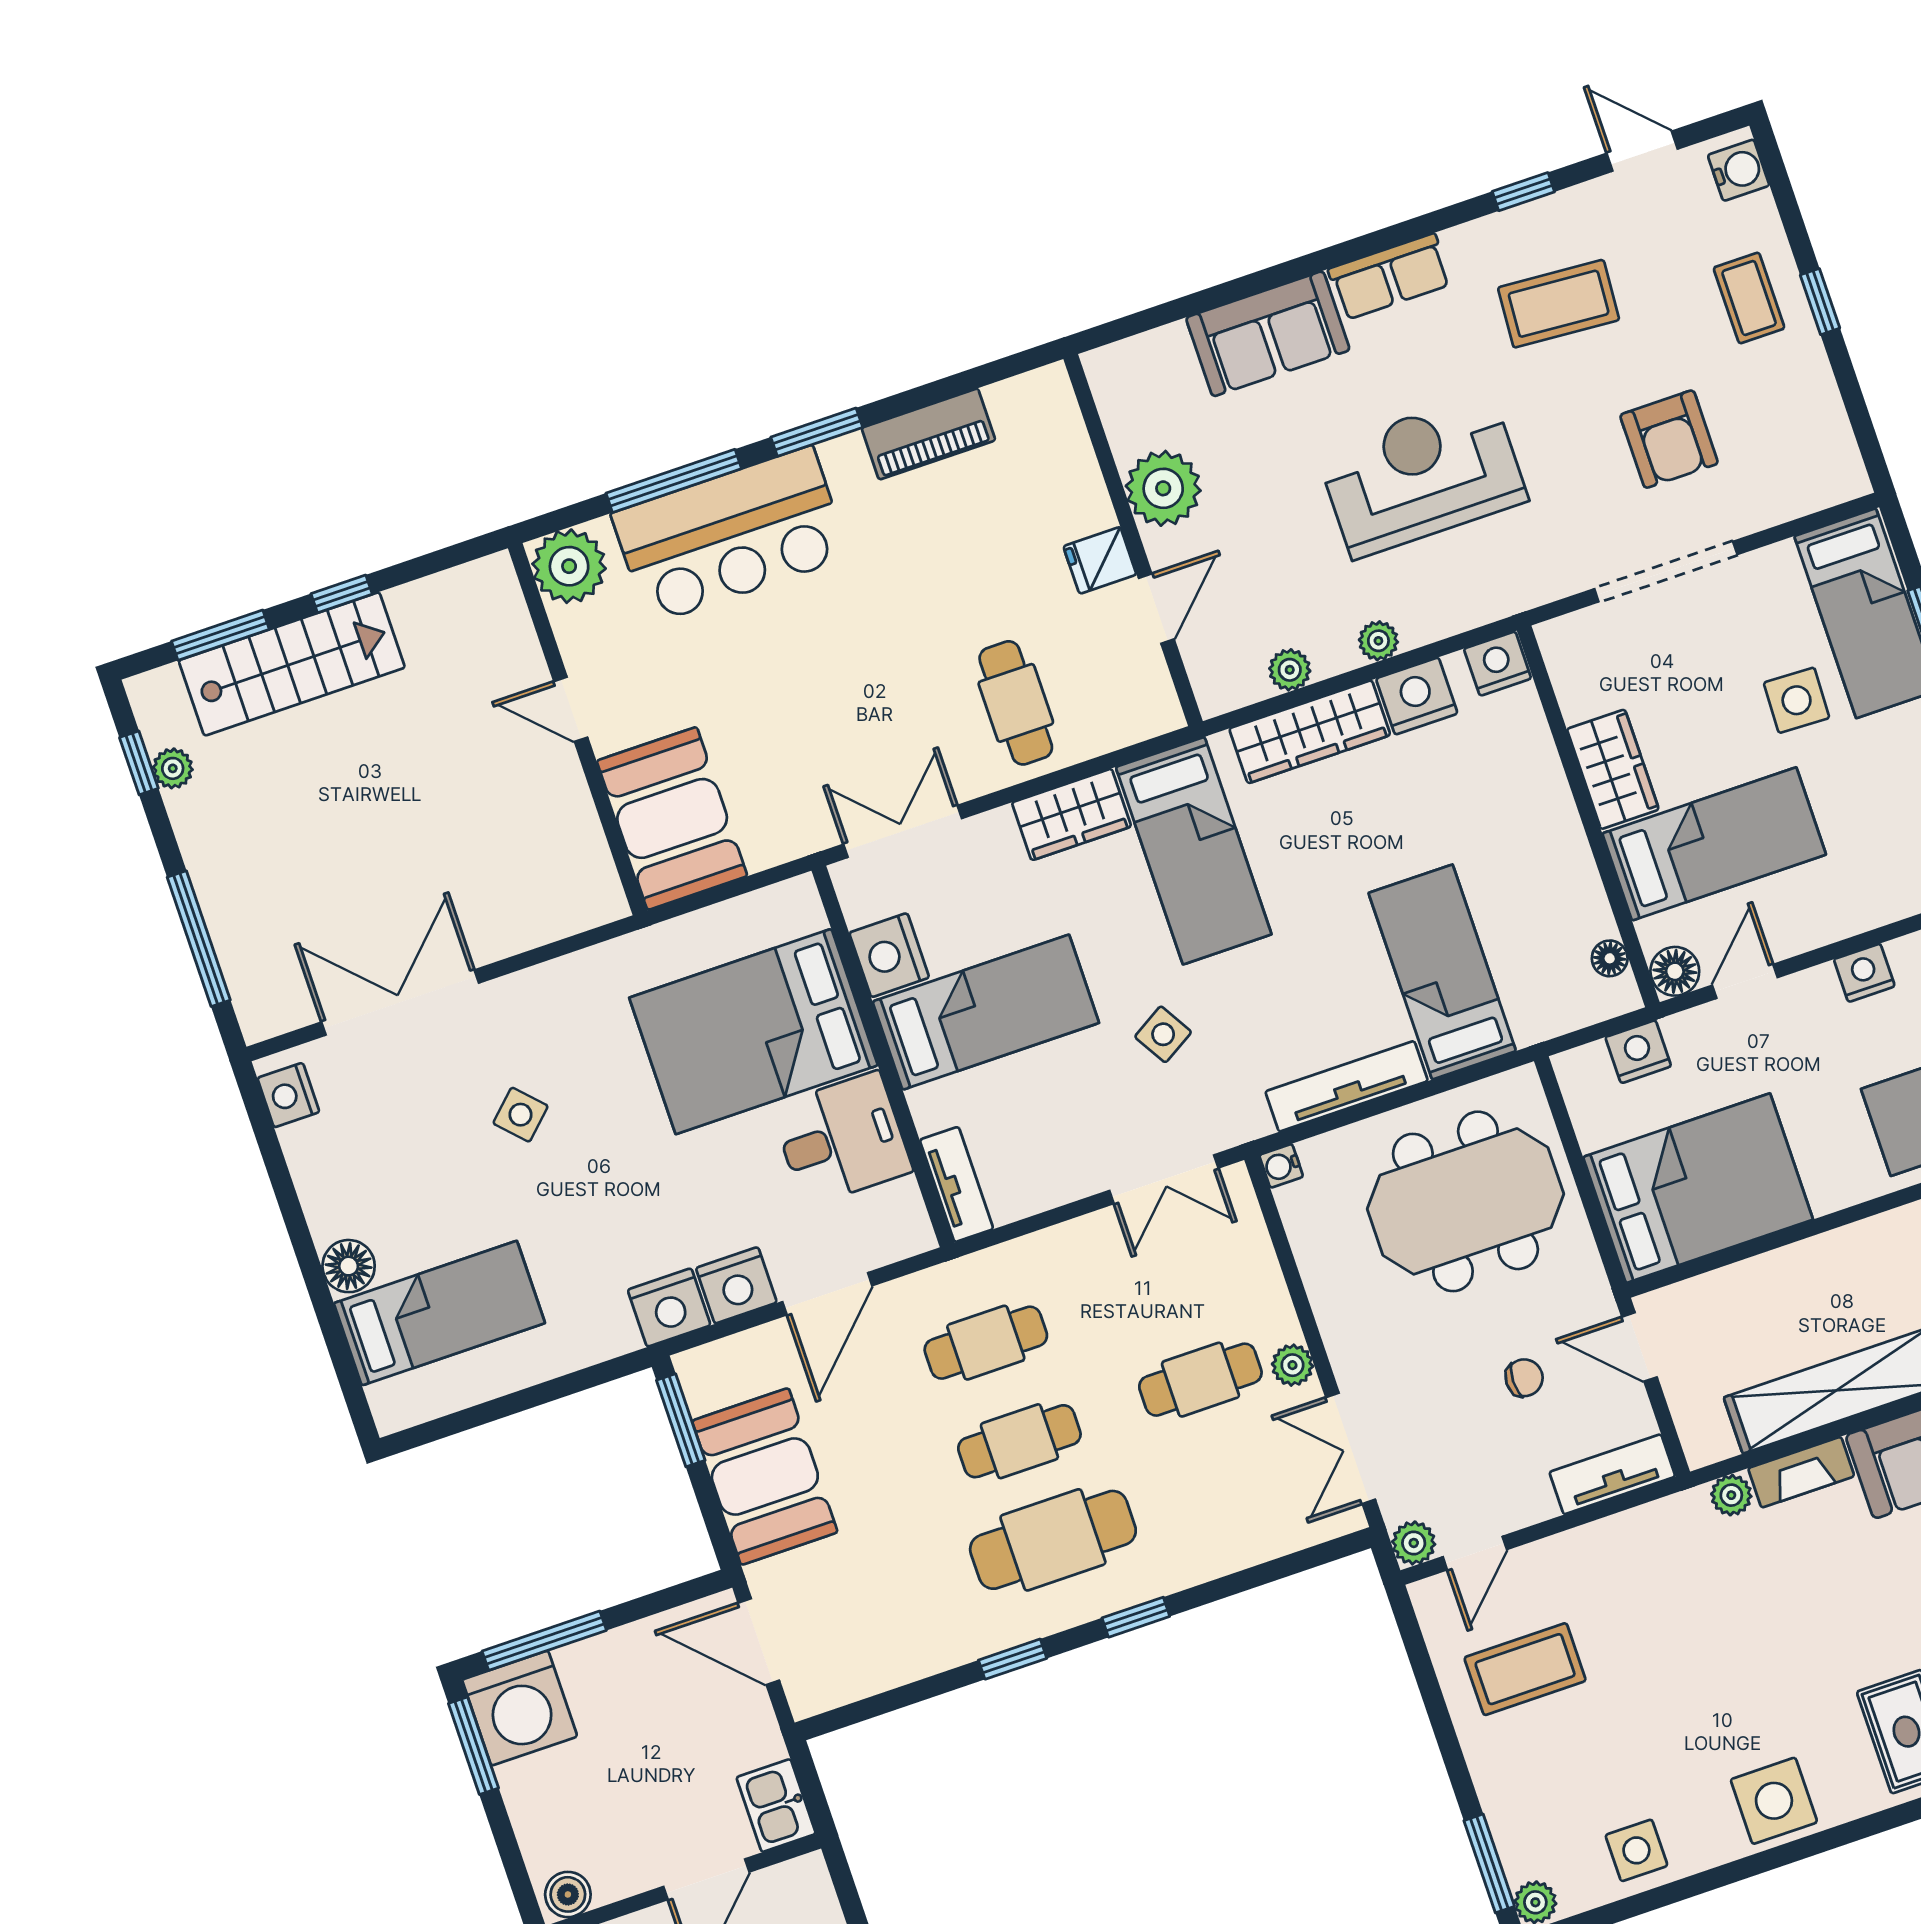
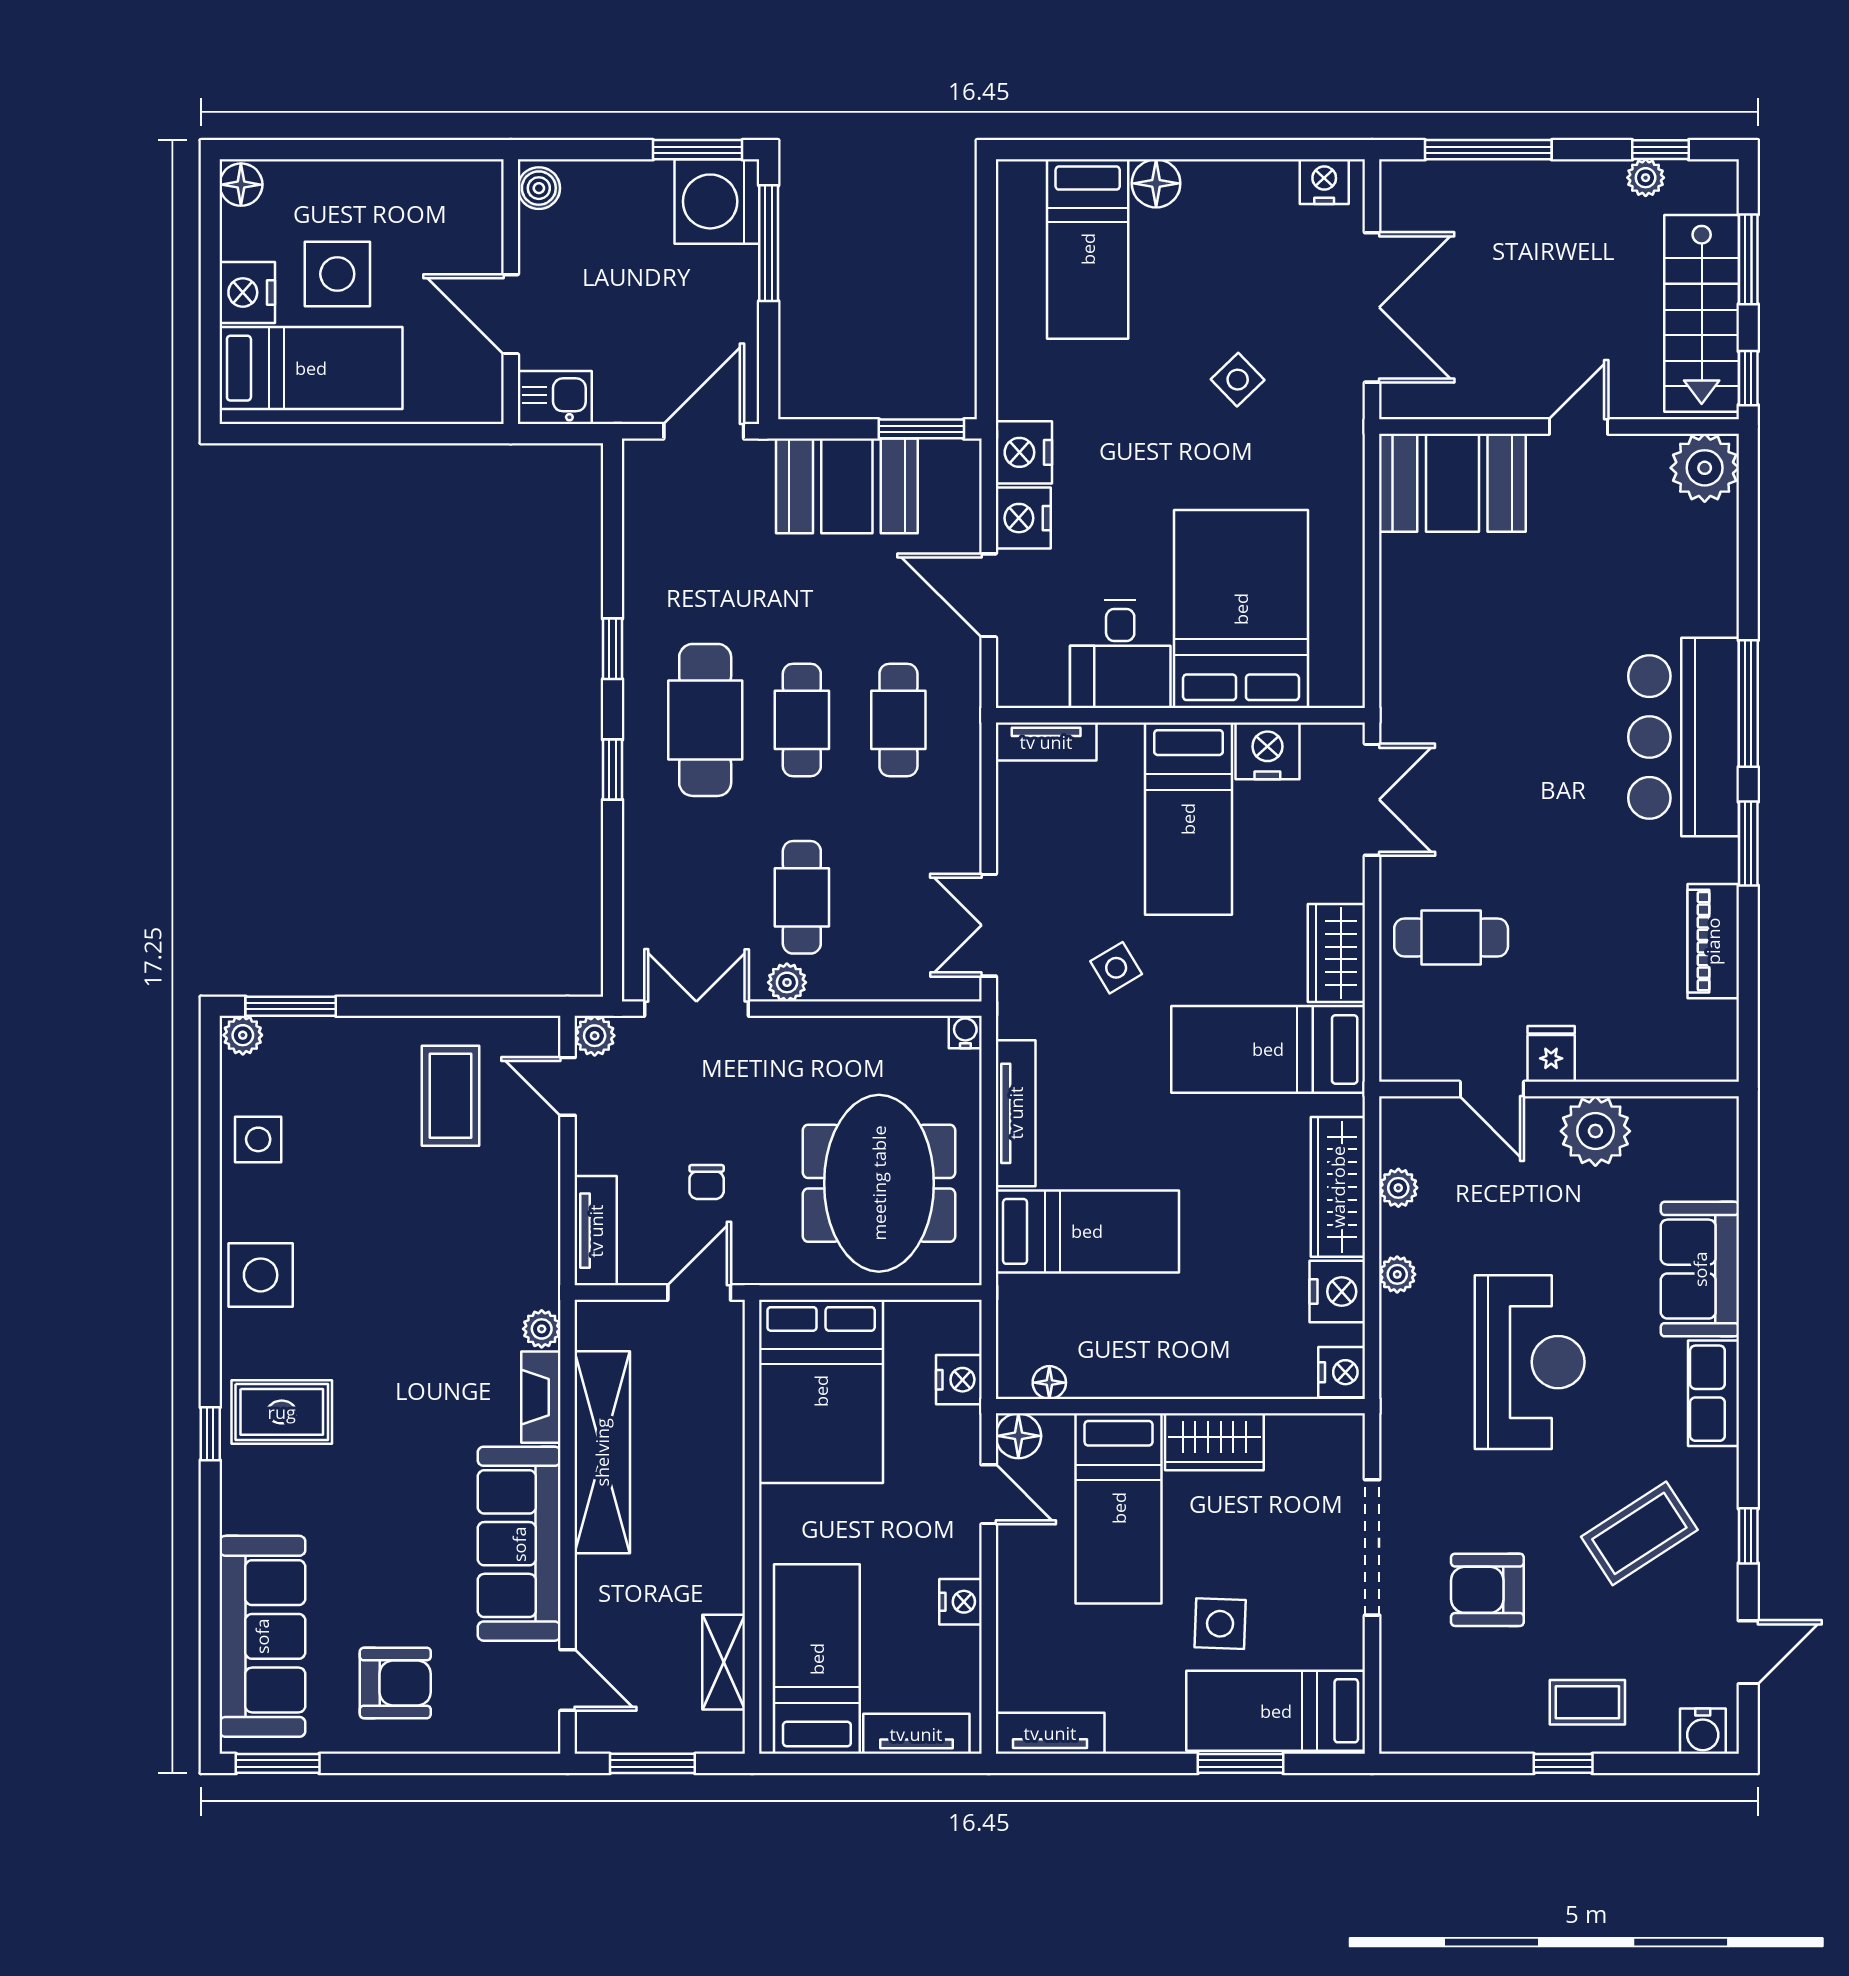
coffee table: (1559, 304) -> (1639, 1533), turned 53
plant: (569, 566) -> (1705, 468), moved
door: (571, 709) -> (1578, 427), moved
wall: (578, 729) -> (1559, 427), moved
booth: (672, 818) -> (1452, 483), moved

